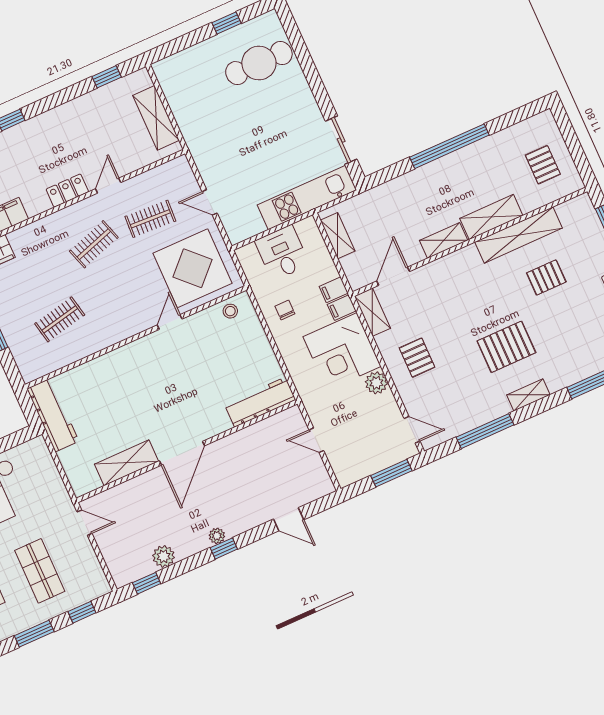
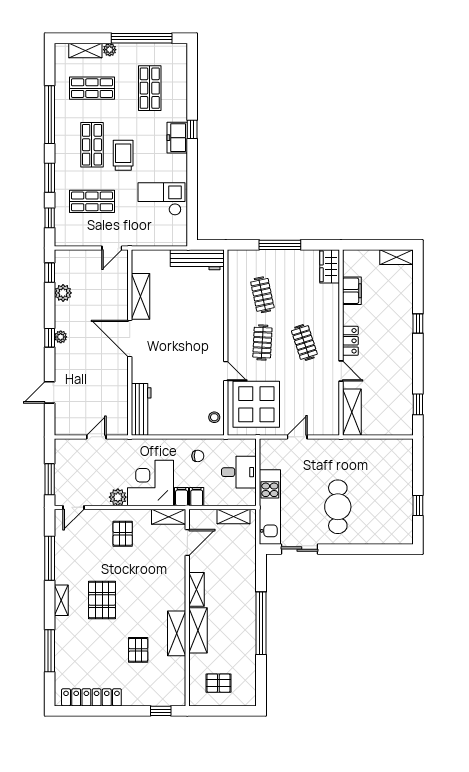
cafe table: (259, 63) -> (338, 507), moved
shelving: (156, 118) -> (352, 412), moved, turned 90
clothes rail: (150, 219) -> (262, 343), moved
shelving: (519, 235) -> (177, 633), width x0.68
door: (393, 276) -> (187, 543), hinge flipped
pallet: (417, 358) -> (123, 534), turned 90

